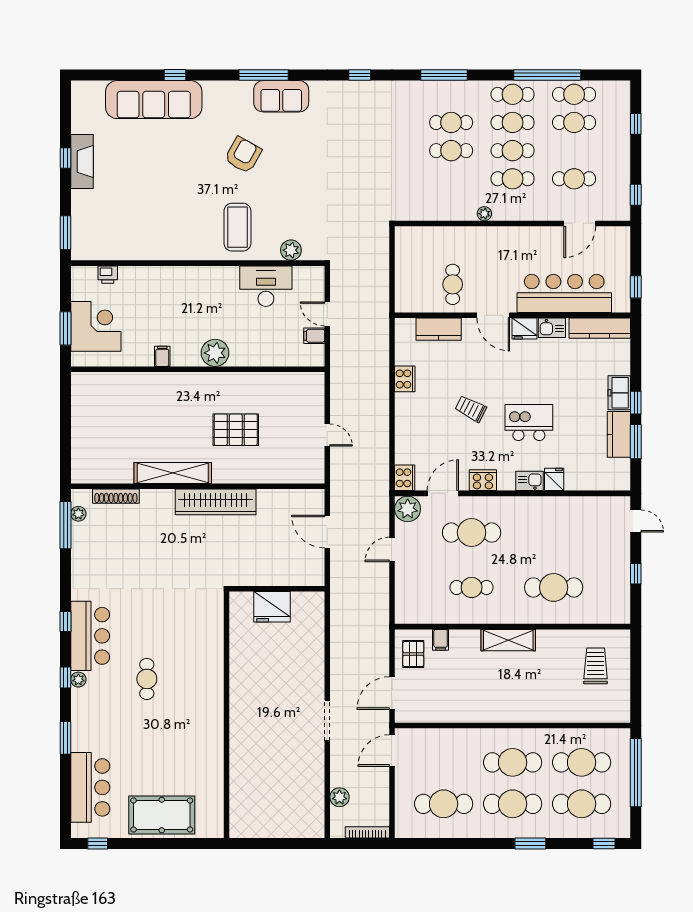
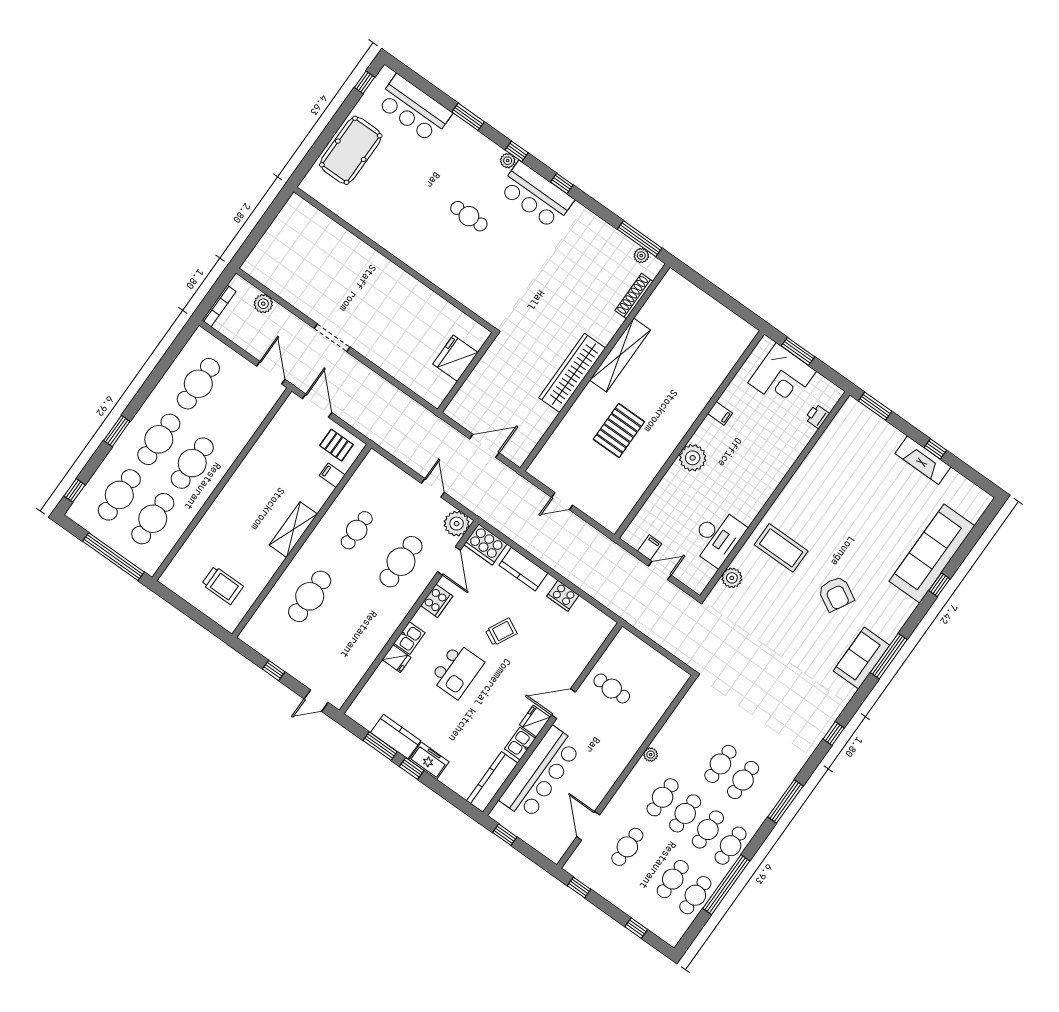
kitchen counter: (439, 329) -> (523, 569), moved, turned -90
cooker: (405, 478) -> (485, 544), width x1.37, depth x1.31

